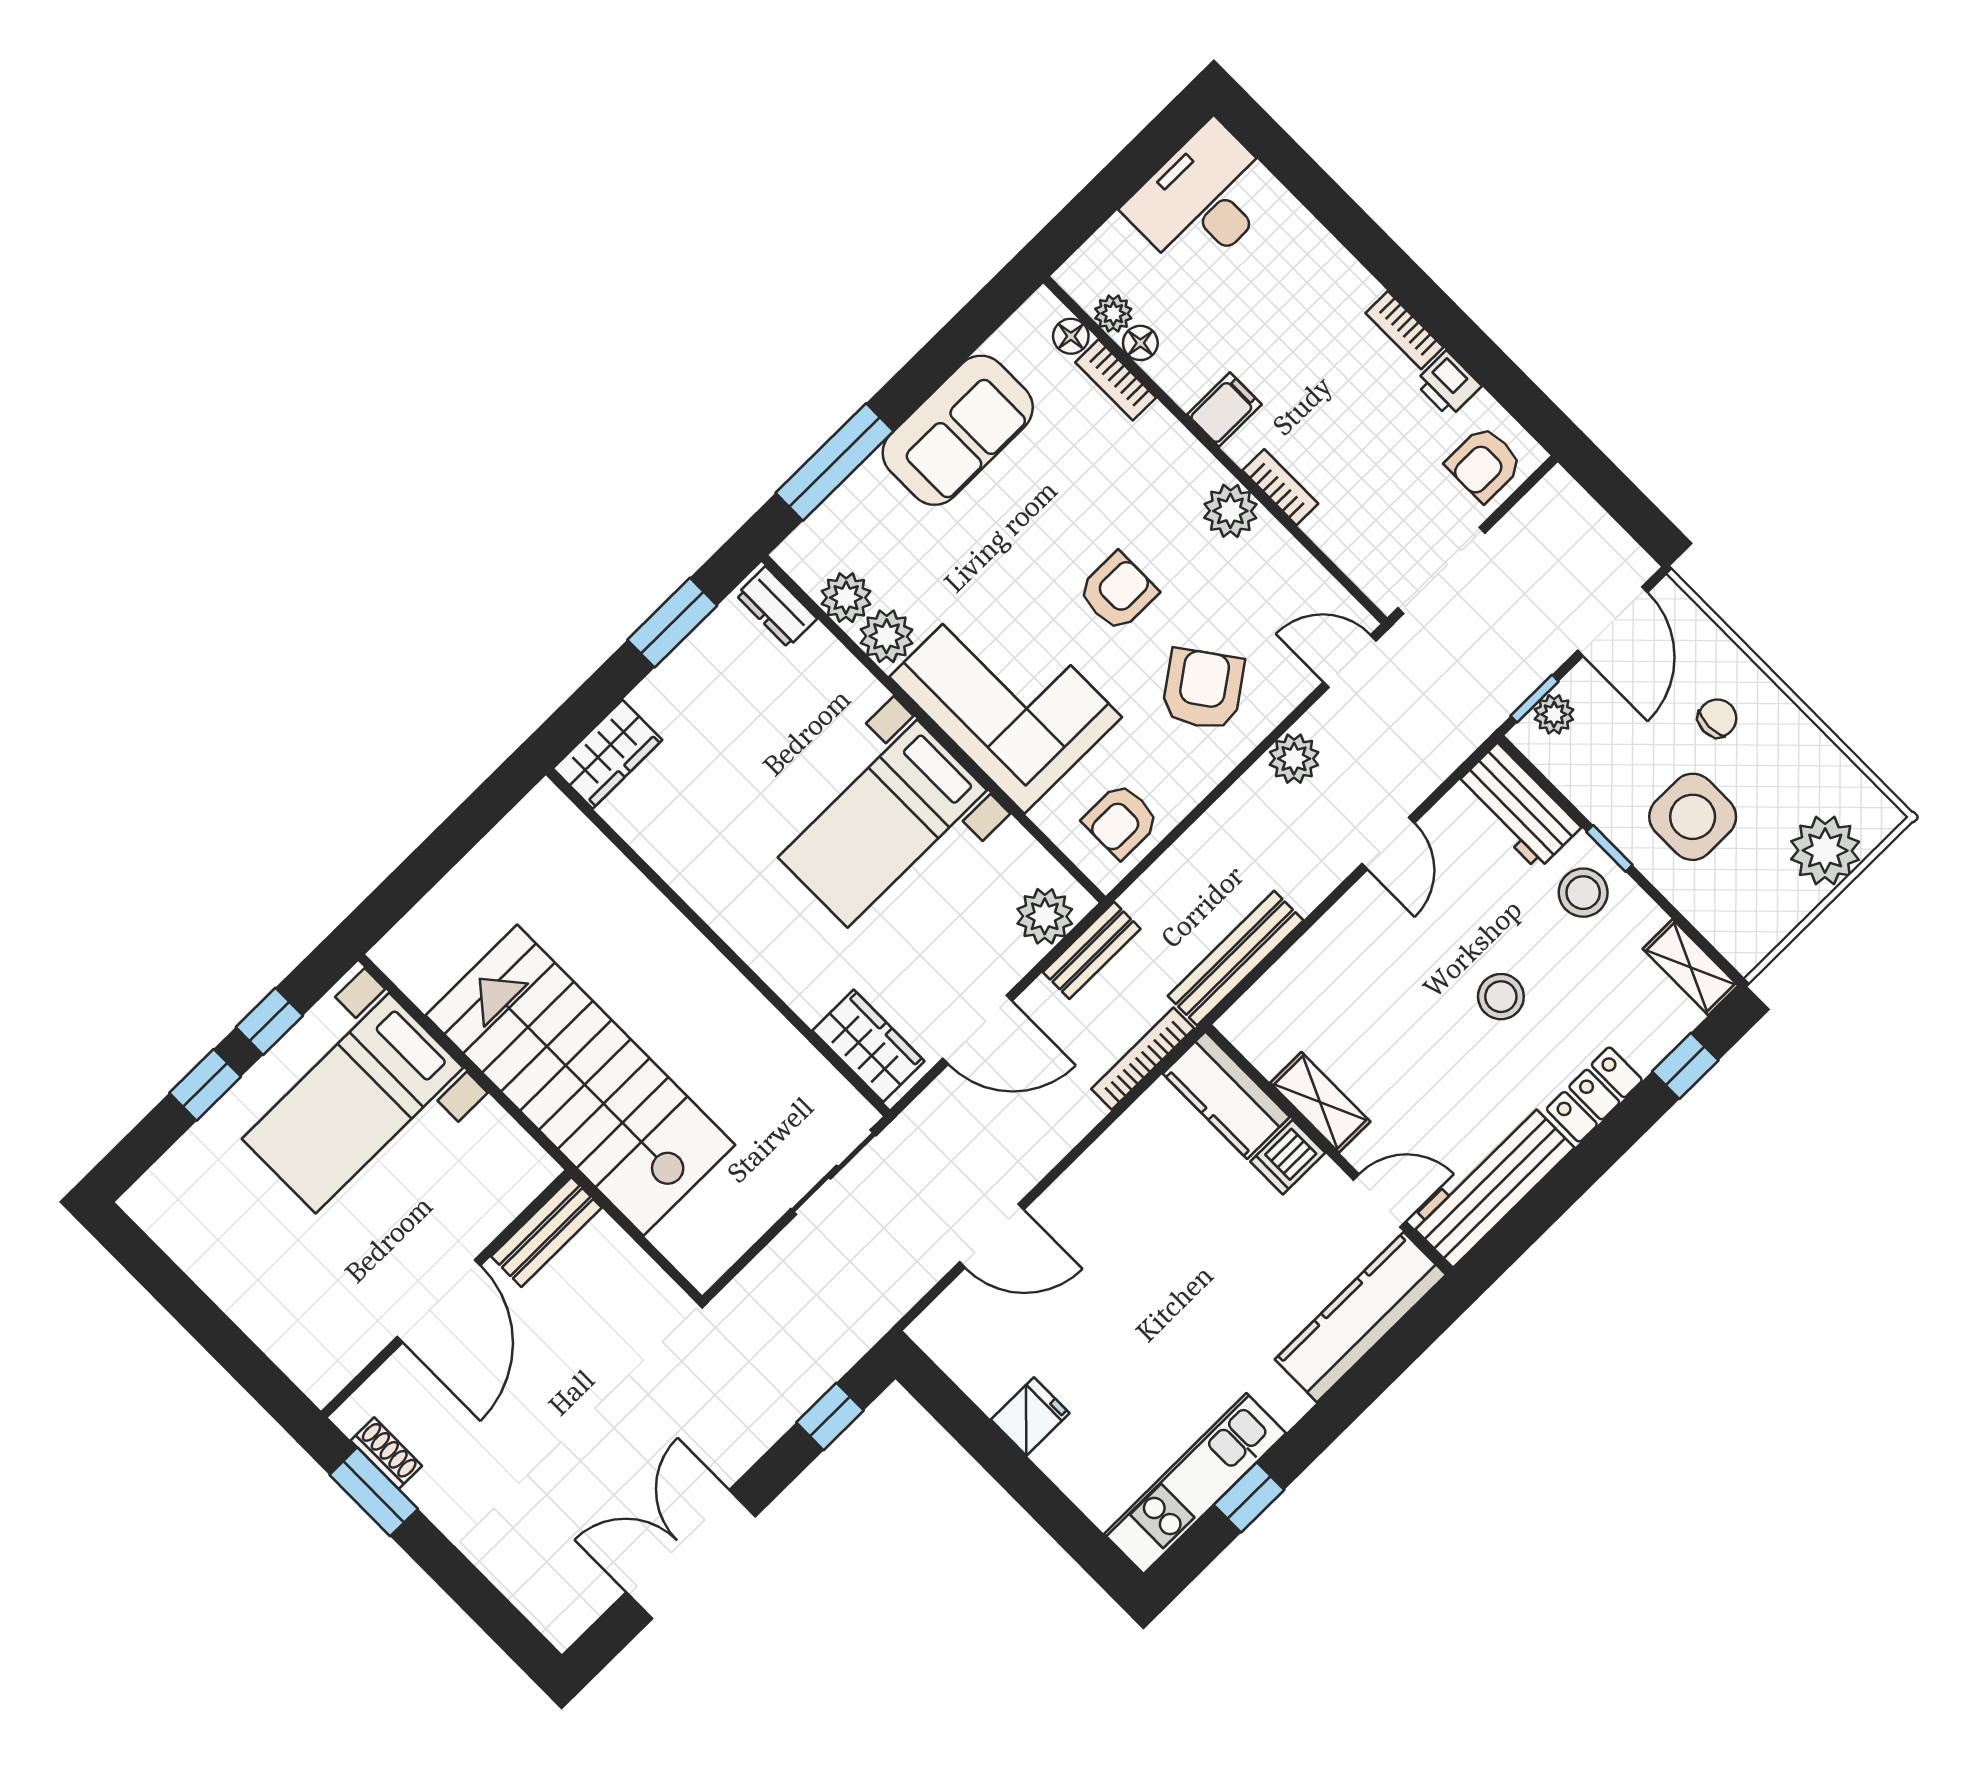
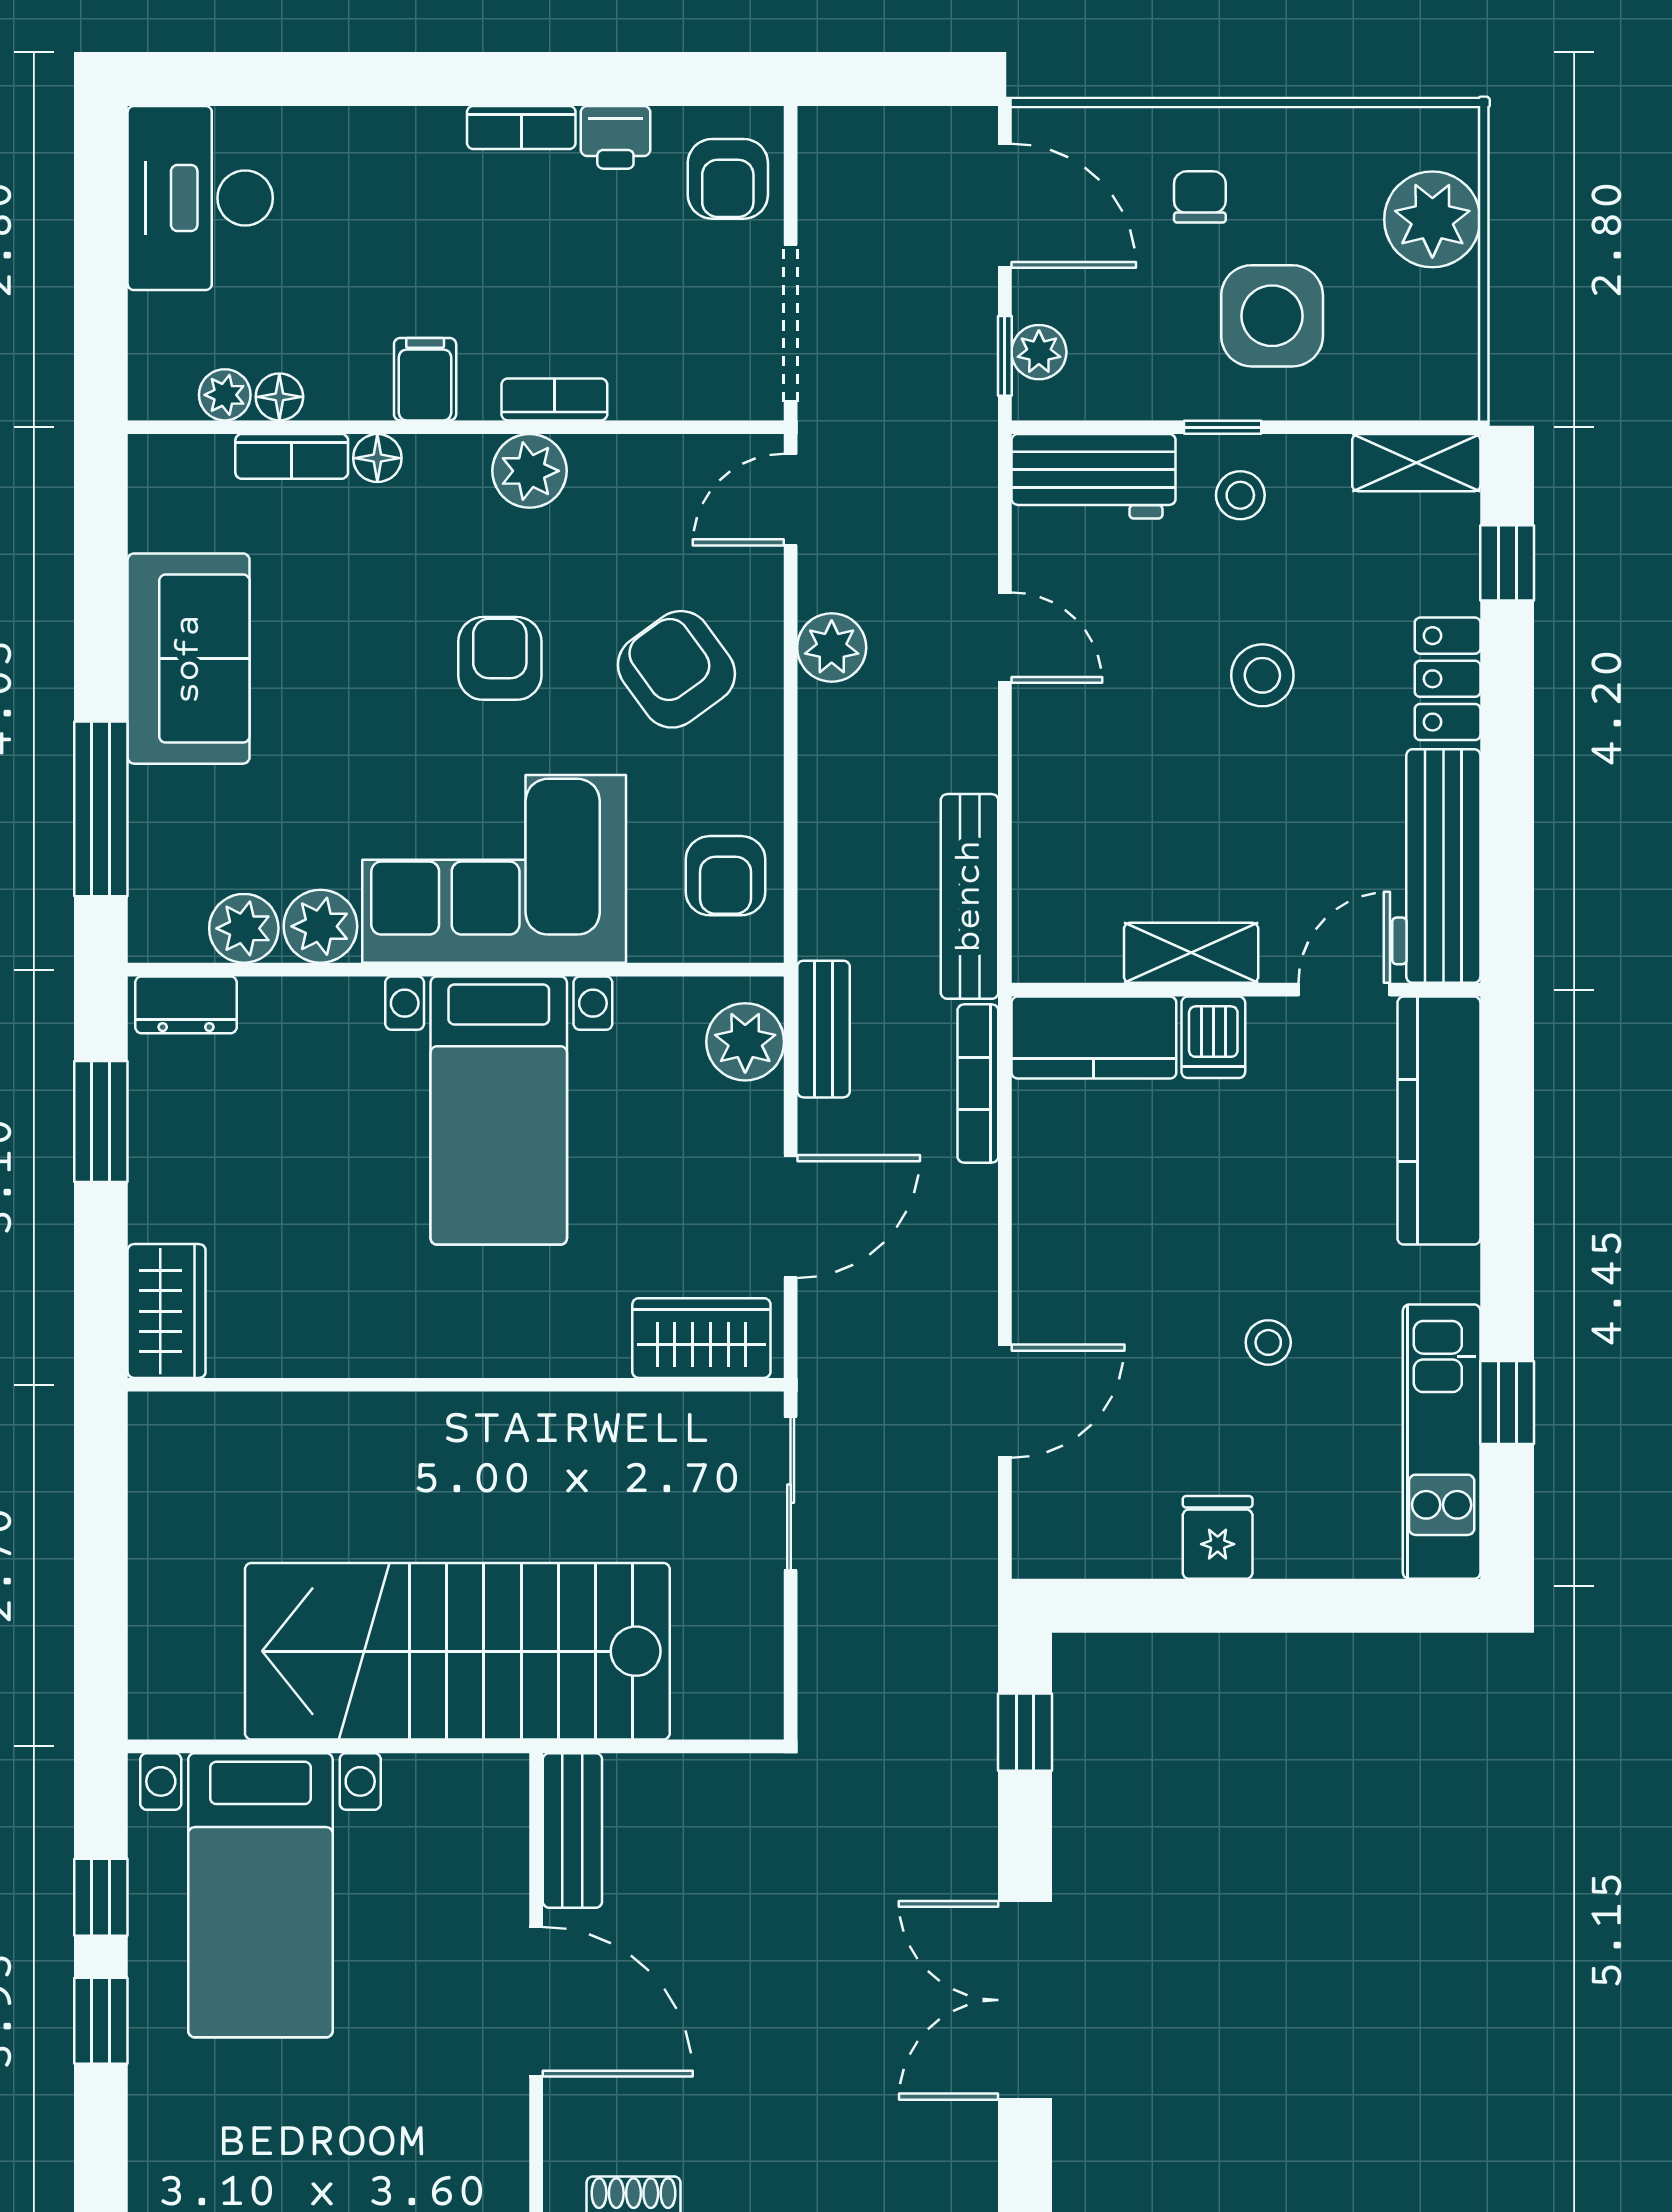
floor lamp: (1071, 336) -> (377, 458), moved
stool: (1583, 893) -> (1240, 495), width x0.73, depth x0.73
stool: (1157, 1342) -> (1268, 1342), added

